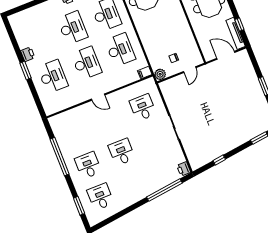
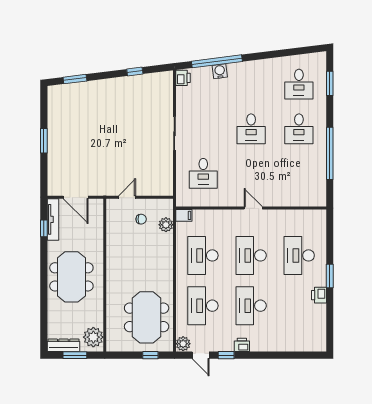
plant: (160, 74) -> (166, 225), moved
water cooler: (160, 184) -> (220, 71), added

